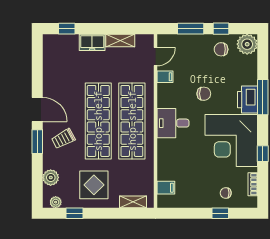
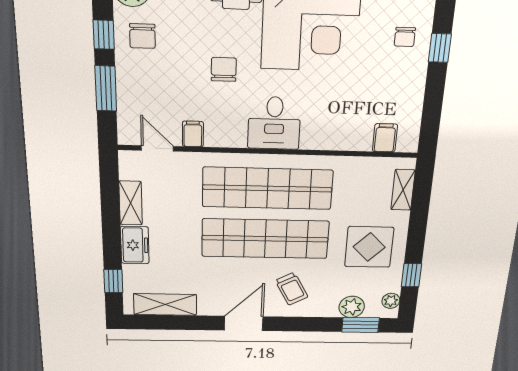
shelving: (51, 60) -> (165, 305), added
window: (37, 142) -> (361, 325), moved

